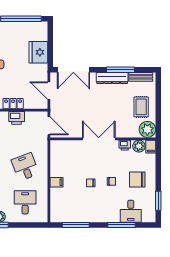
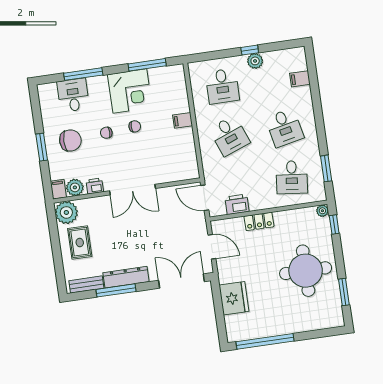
printer: (17, 118) -> (237, 204), moved
window: (158, 201) -> (42, 147), moved
corner desk: (91, 208) -> (130, 91), added

